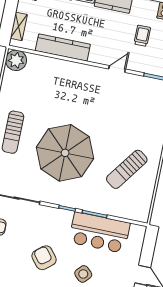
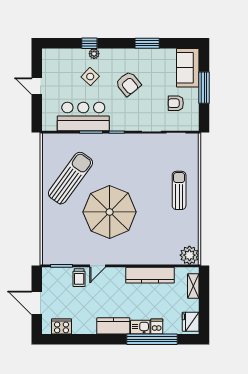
trolley: (142, 36) -> (79, 278), moved
parasol: (65, 153) -> (110, 212), moved
sun lounger: (127, 169) -> (70, 178), width x1.36, depth x1.34

